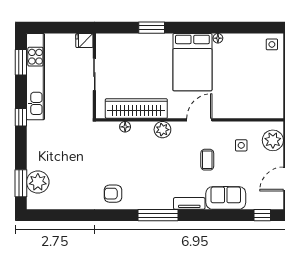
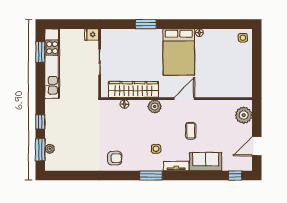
window: (21, 117) -> (40, 122), moved
side table: (241, 145) -> (156, 149), moved
plant: (38, 182) -> (50, 149), width x0.53, depth x0.53
armchair: (113, 194) -> (115, 158), turned 180
window: (158, 215) -> (151, 175), width x0.69

